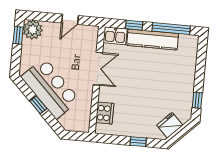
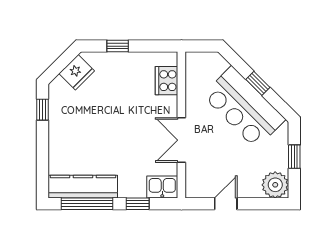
window: (18, 35) -> (294, 157), moved
kitchen counter: (153, 39) -> (83, 187), moved

